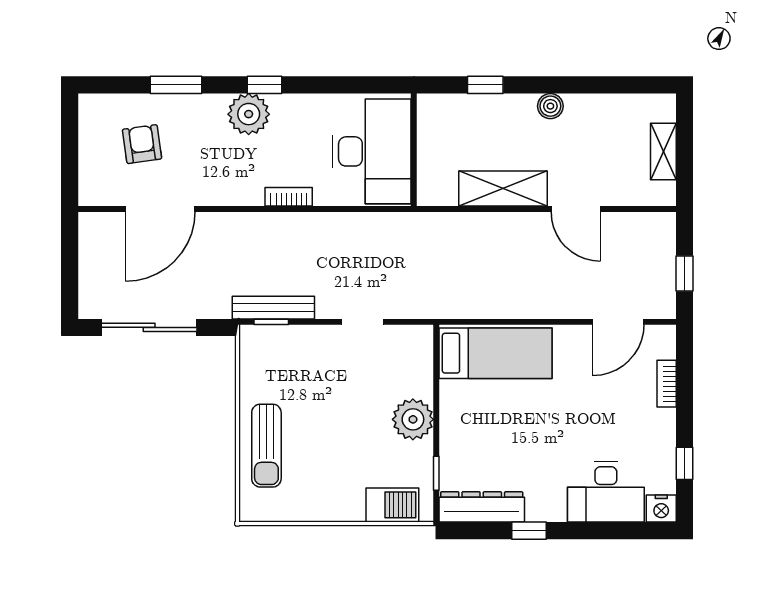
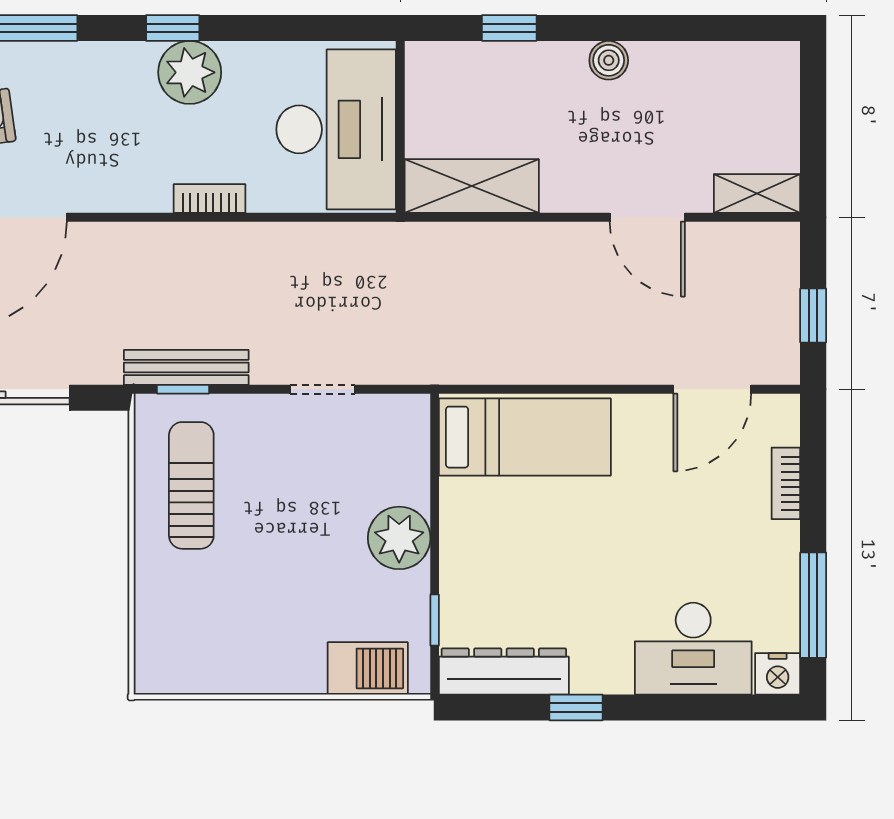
plant: (249, 114) -> (190, 72), moved
shelving: (663, 151) -> (757, 193), moved, turned 90
shelving: (503, 189) -> (472, 186), moved
sun lounger: (266, 446) -> (191, 485), moved, turned 180
window: (684, 463) -> (813, 605), width x2.17

